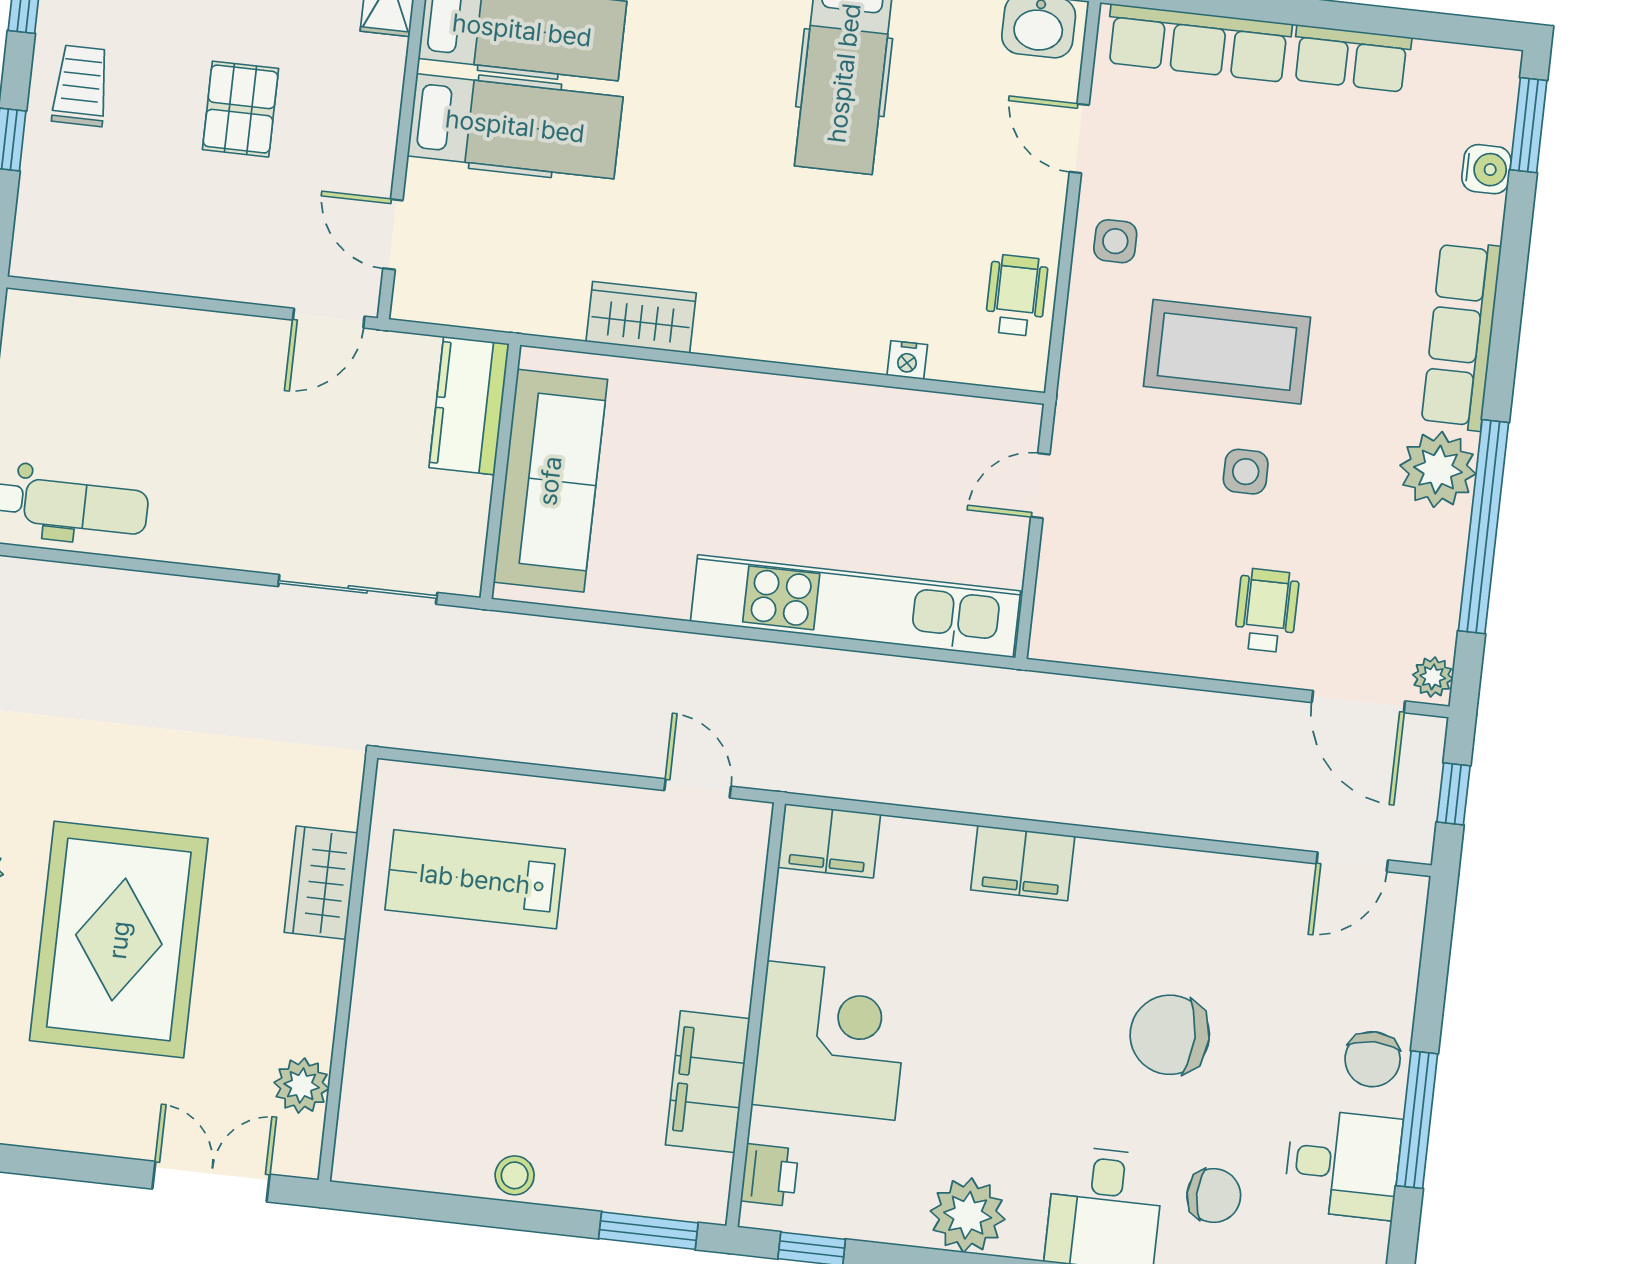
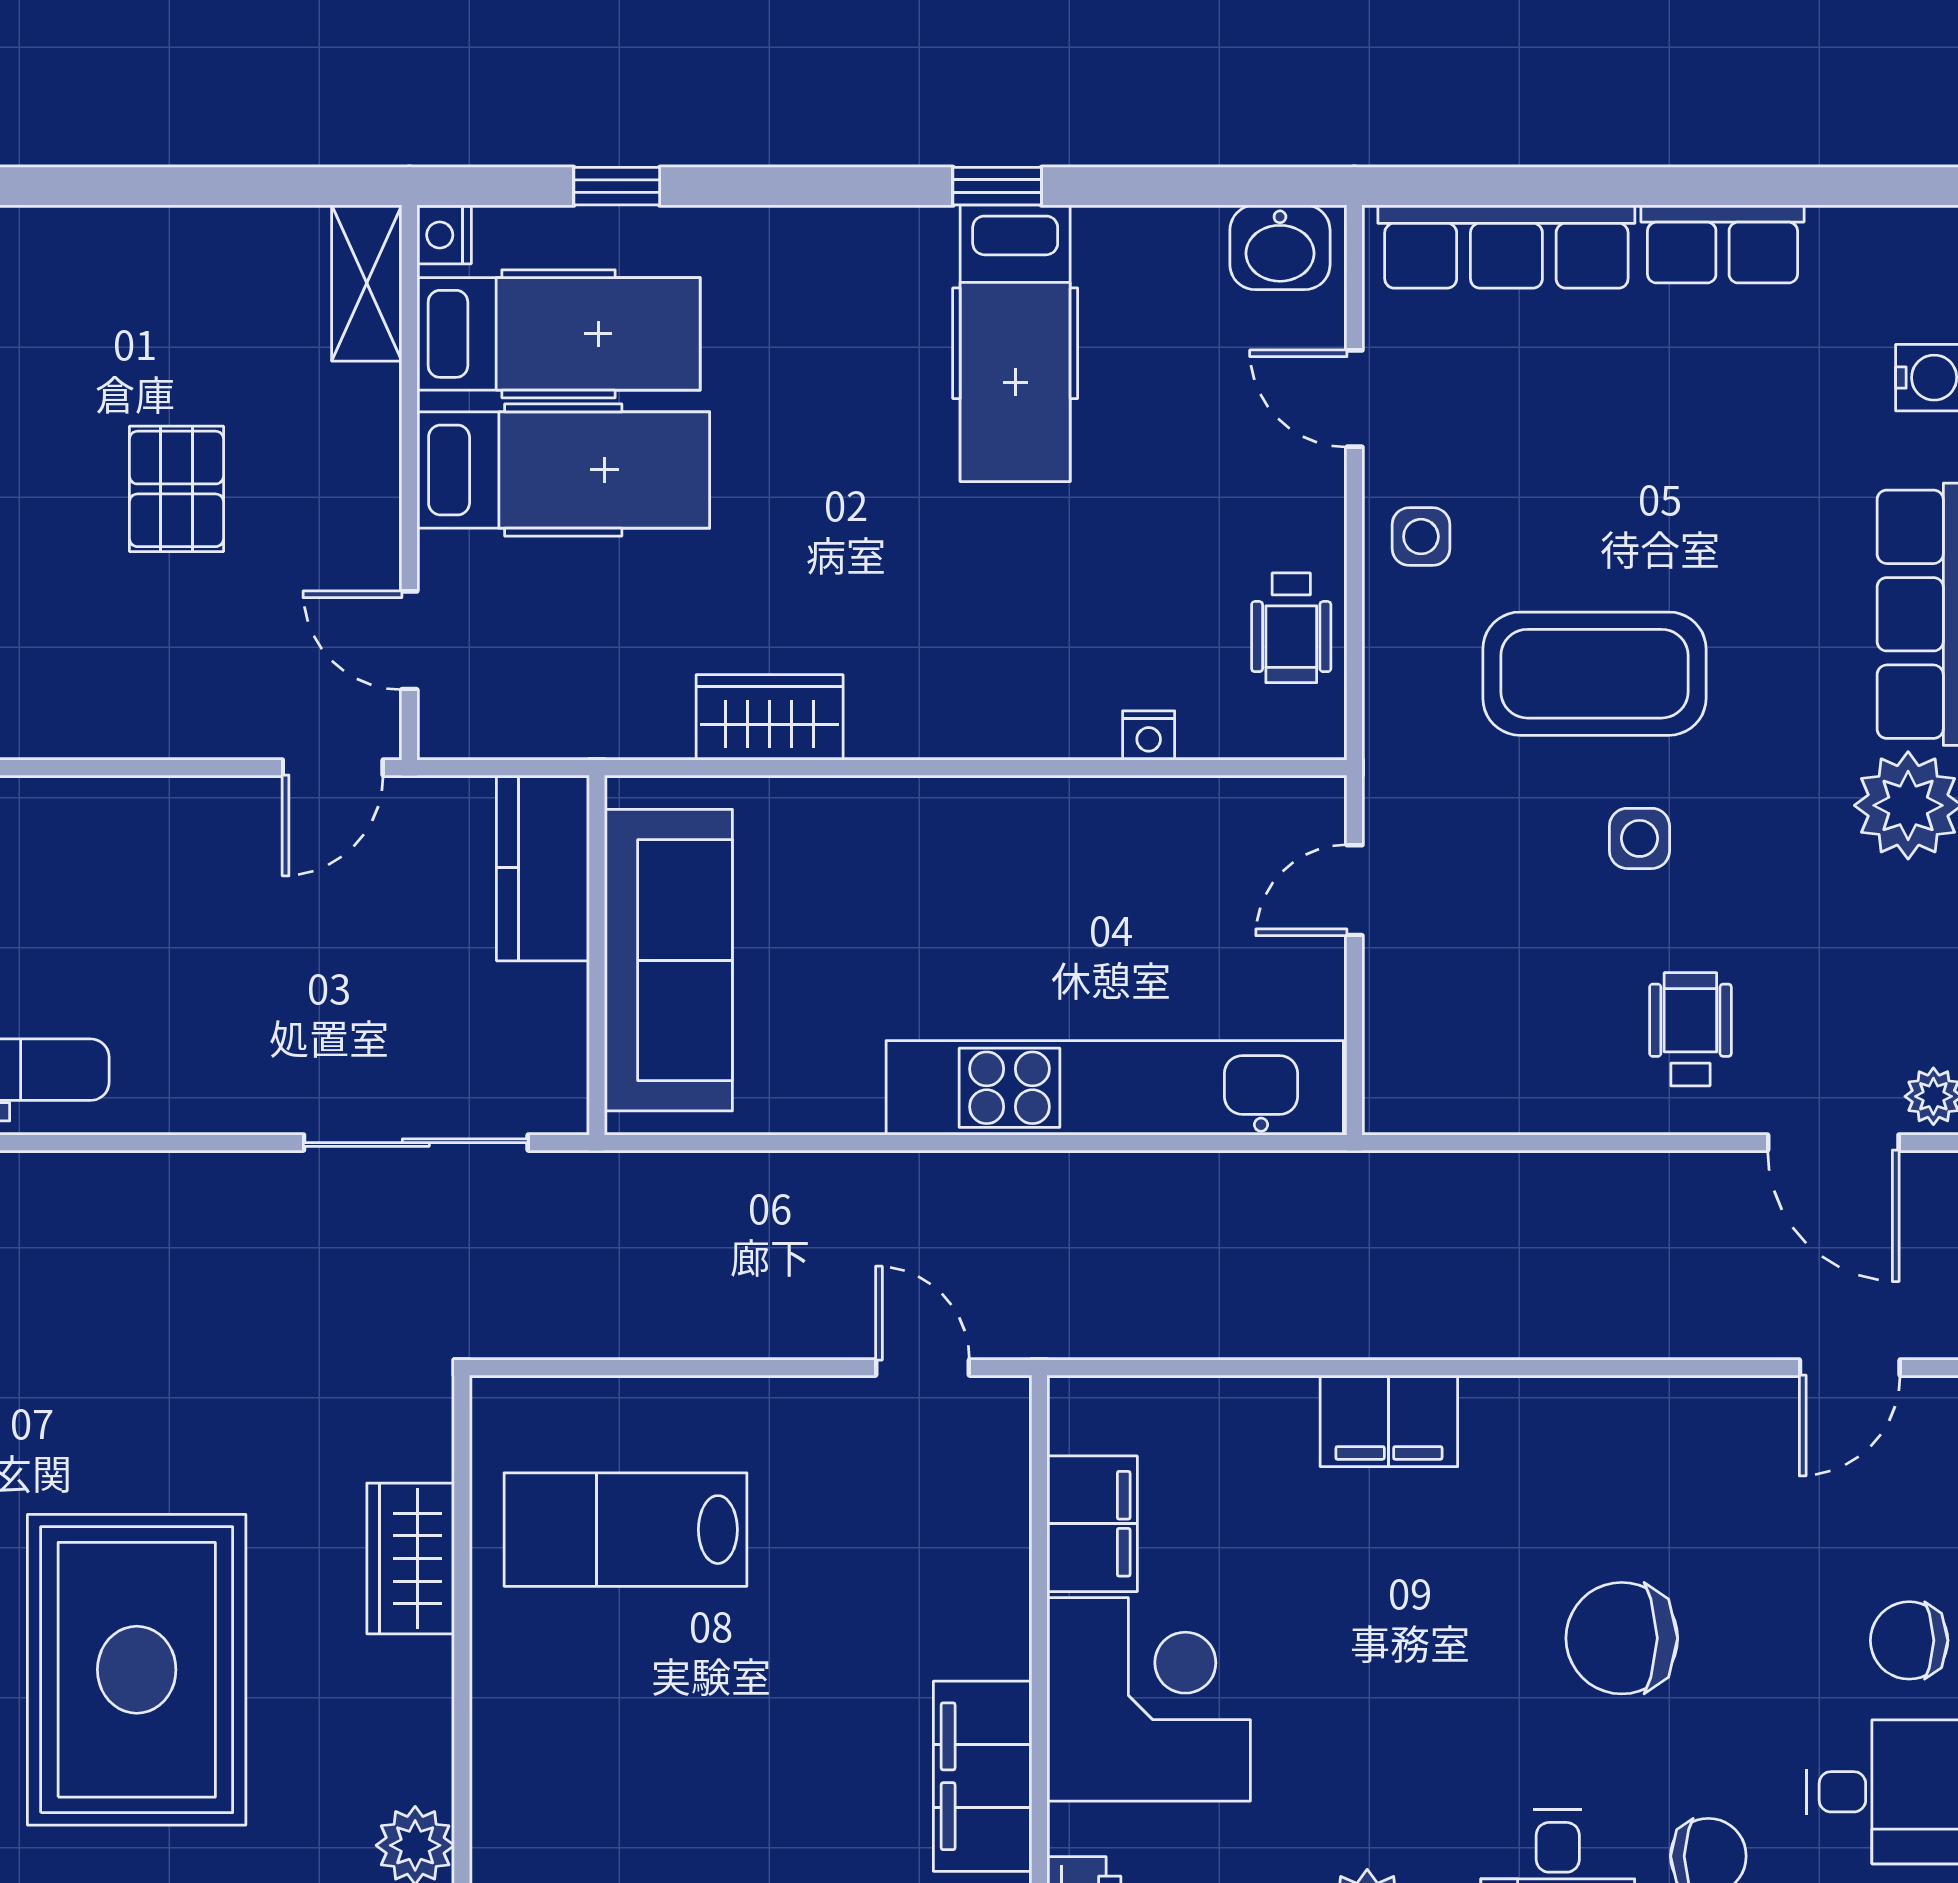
wheelchair: (1016, 295) -> (1291, 628), turned 180
filing cabinet: (829, 841) -> (1092, 1524), moved, turned -90
chair: (1373, 1059) -> (1909, 1640), turned 90

